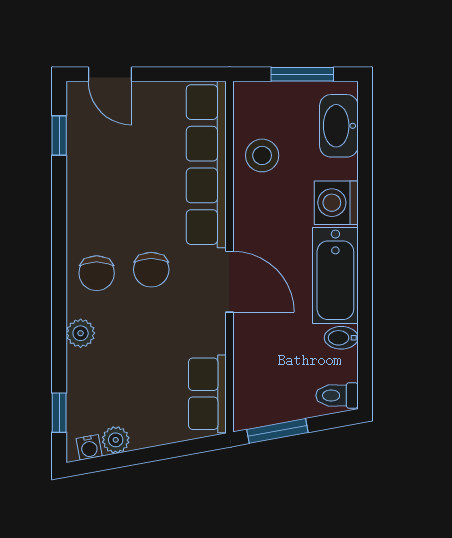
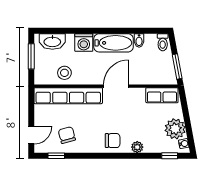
chair: (151, 270) -> (67, 135), moved, turned -105
plant: (116, 440) -> (175, 129), width x1.87, depth x1.87

